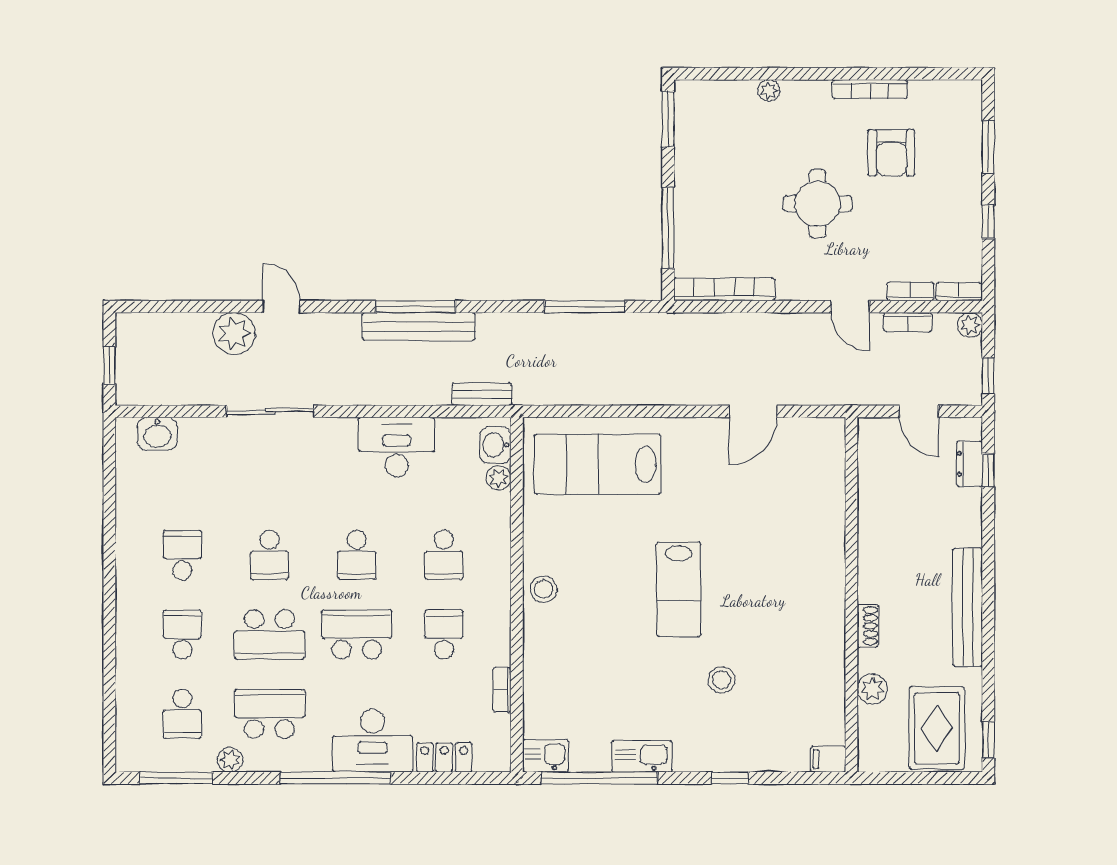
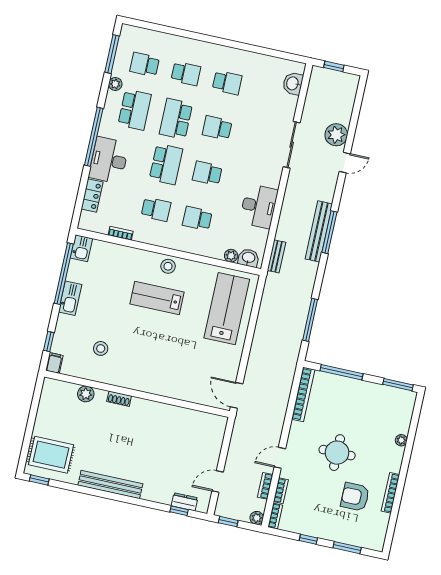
lab bench: (679, 589) -> (157, 298), moved
wall: (851, 595) -> (137, 394), moved
shoe rack: (868, 626) -> (119, 399), moved
plant: (872, 689) -> (86, 394), moved
filing cabinet: (828, 759) -> (54, 363), moved

